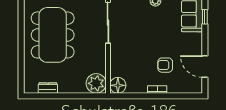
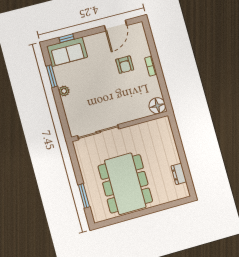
dining table: (53, 35) -> (125, 184), turned 90
plant: (96, 83) -> (161, 128), removed

